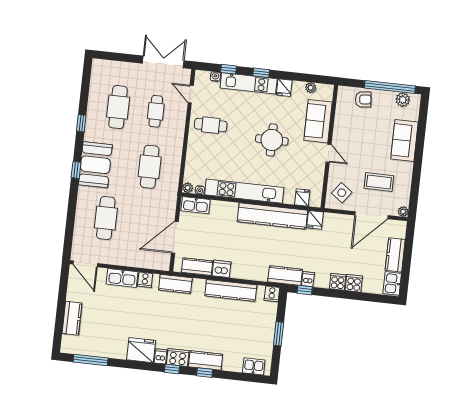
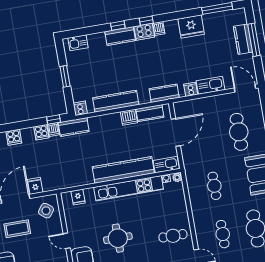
cafe table: (150, 167) -> (214, 186), width x0.73, depth x0.74
kitchen counter: (272, 216) -> (123, 170), moved
fridge: (315, 220) -> (35, 186), moved
cooker: (338, 282) -> (41, 132), moved
window: (60, 314) -> (254, 40), added
fridge: (141, 350) -> (191, 27), moved

